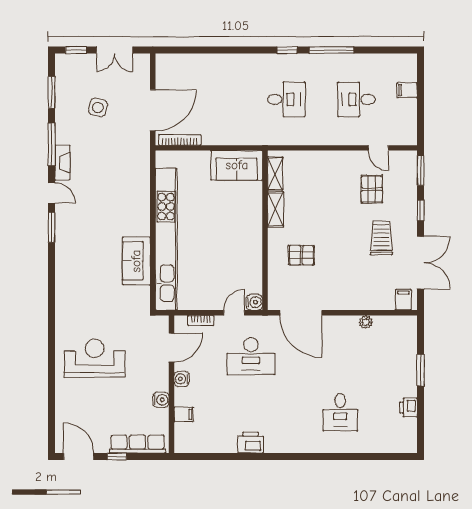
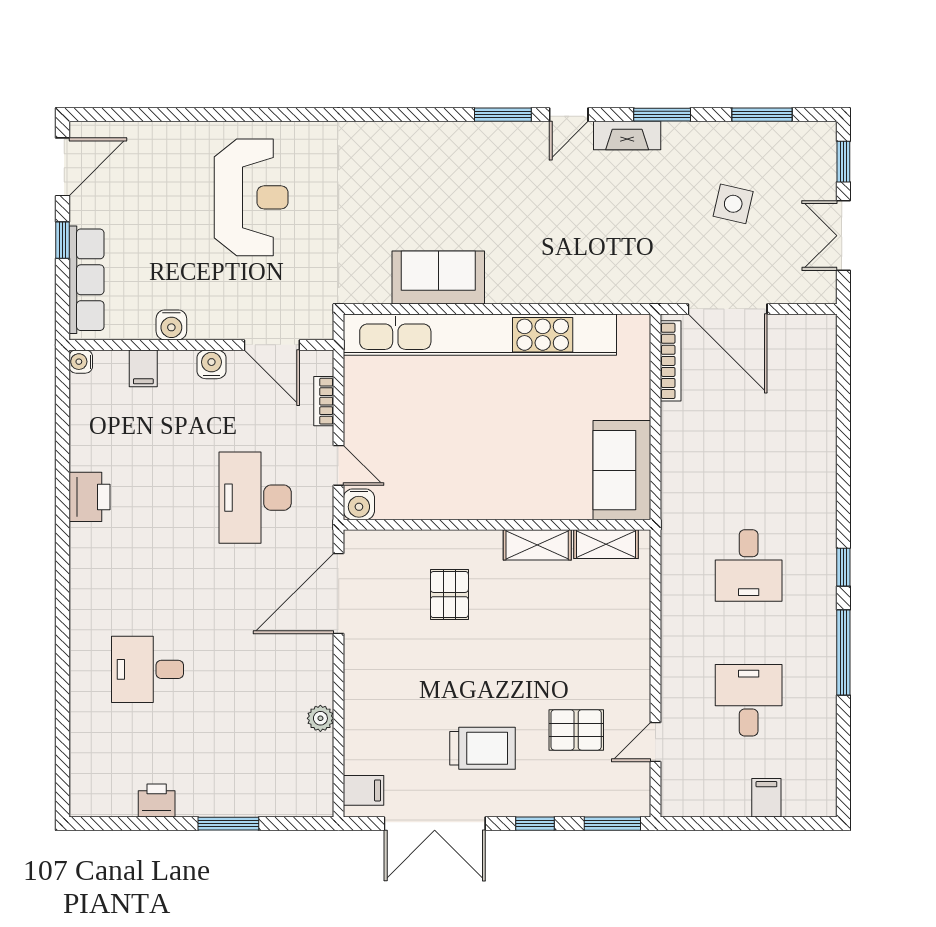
window: (52, 144) -> (662, 115), width x0.69
water cooler: (180, 447) -> (81, 362), added

